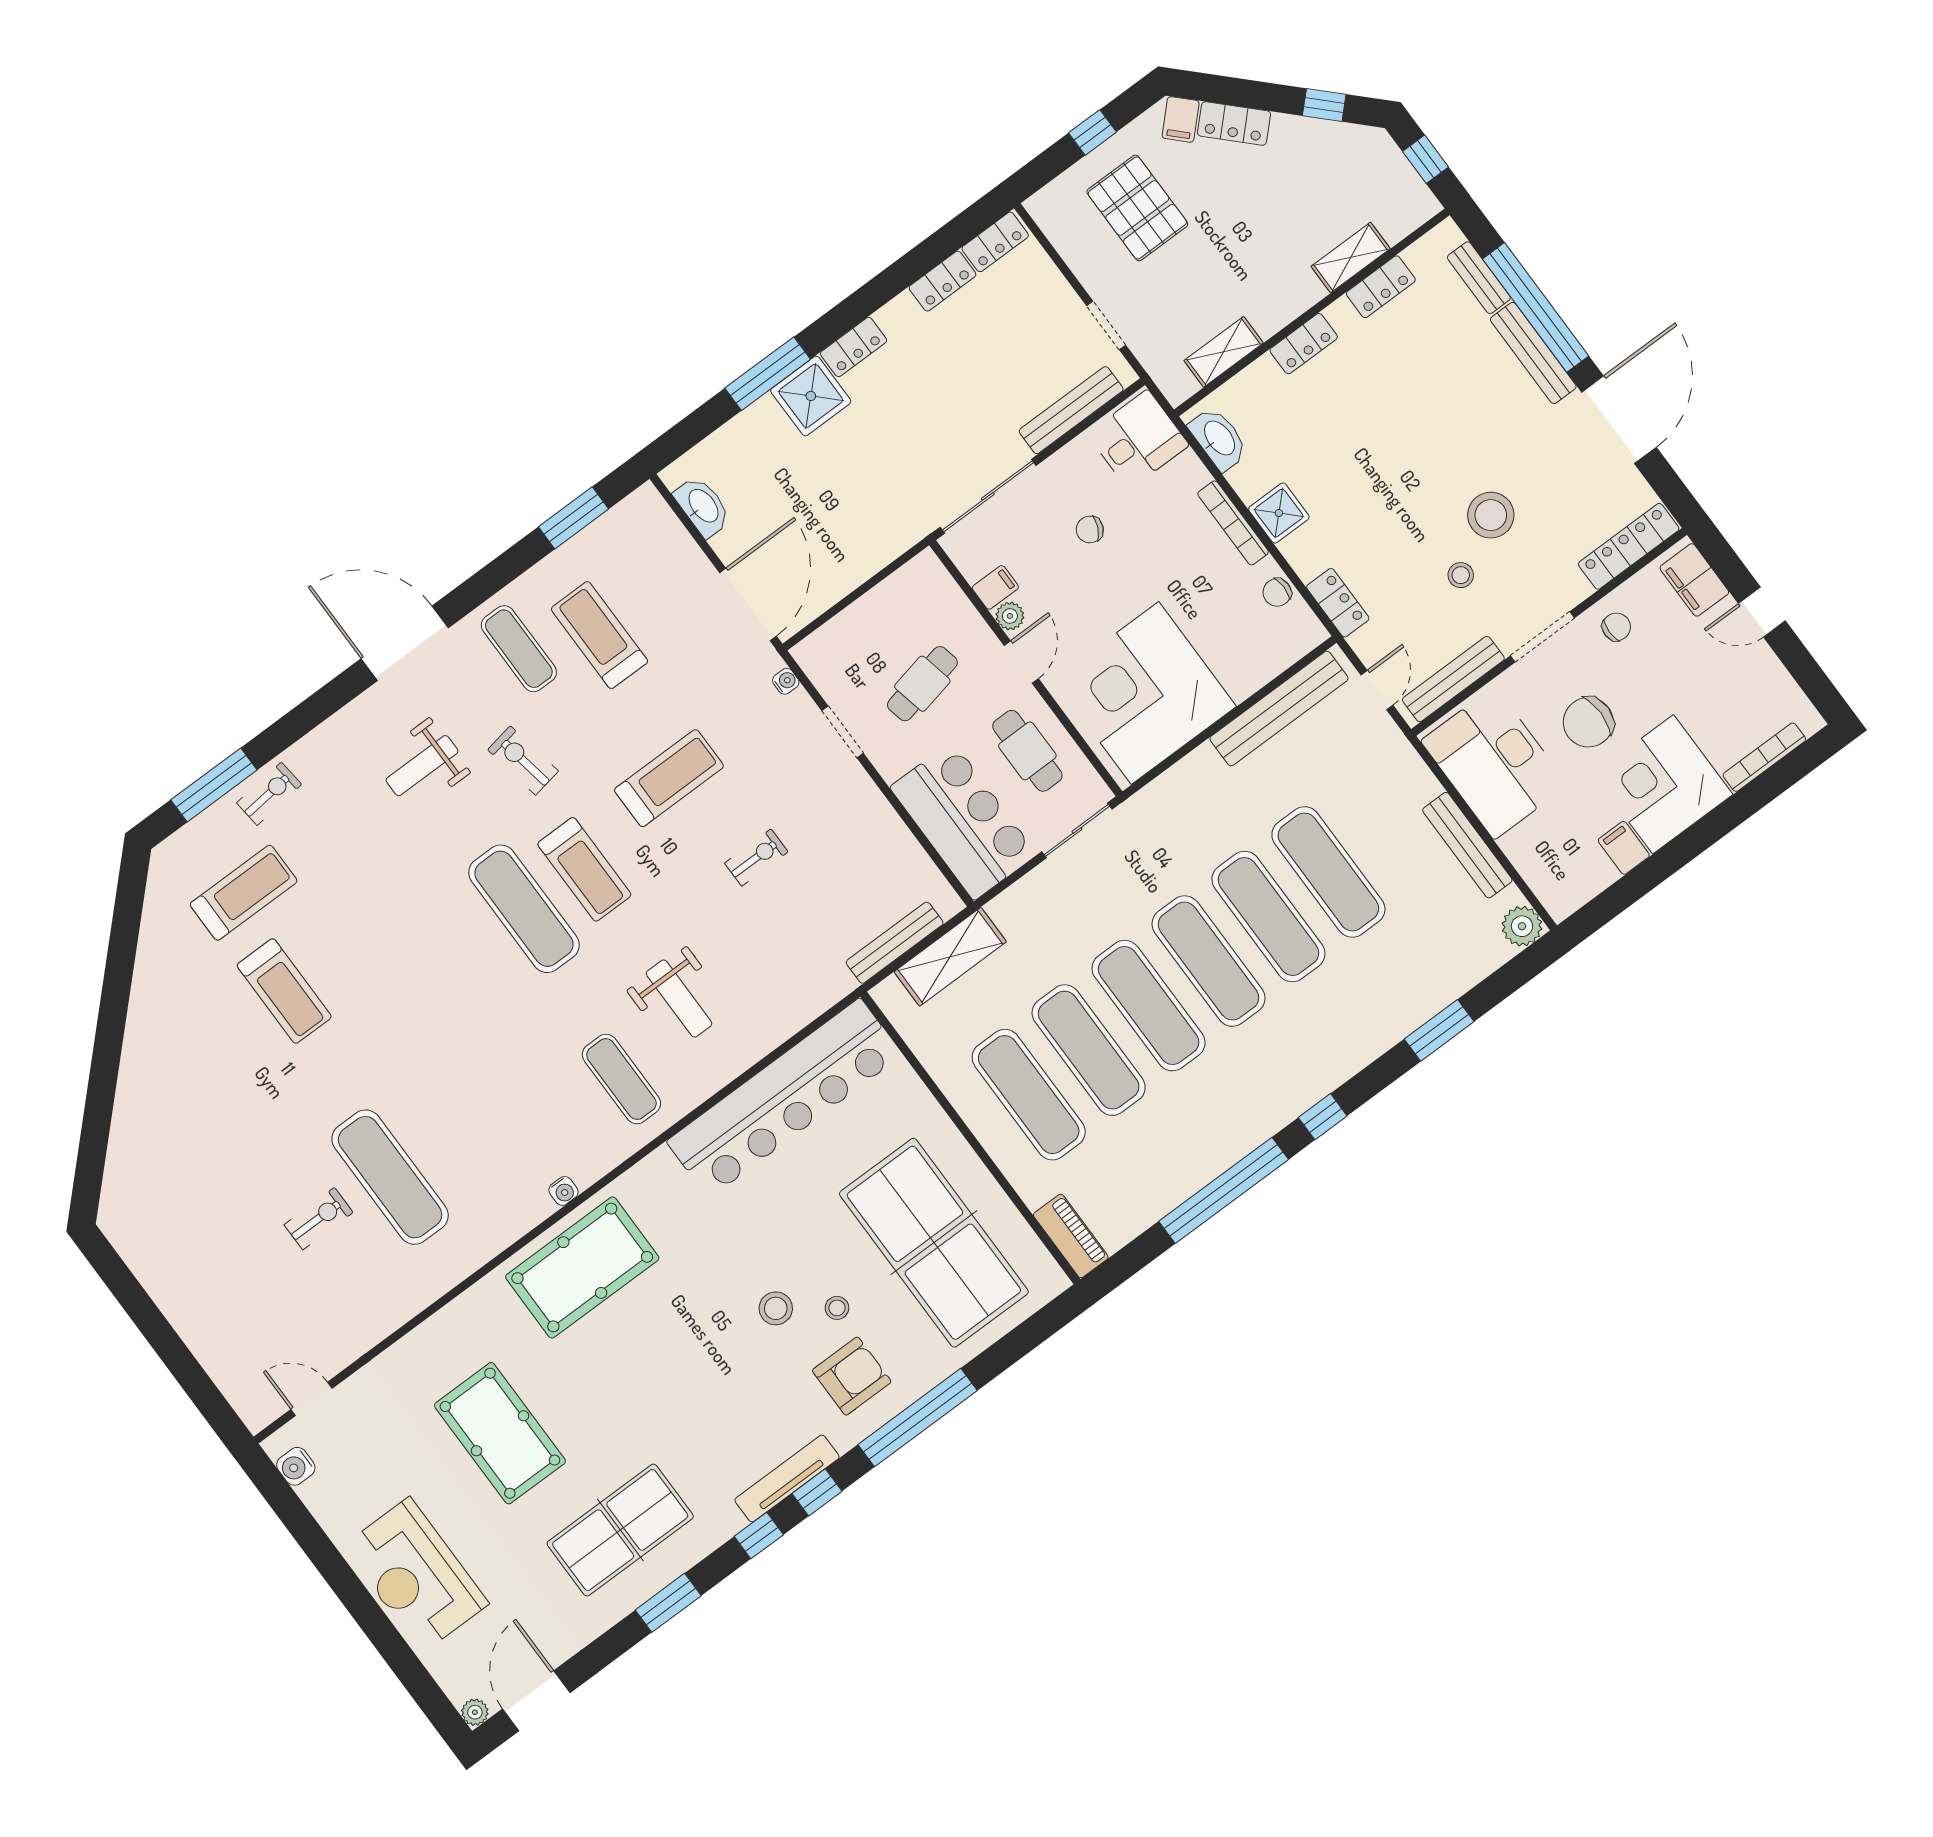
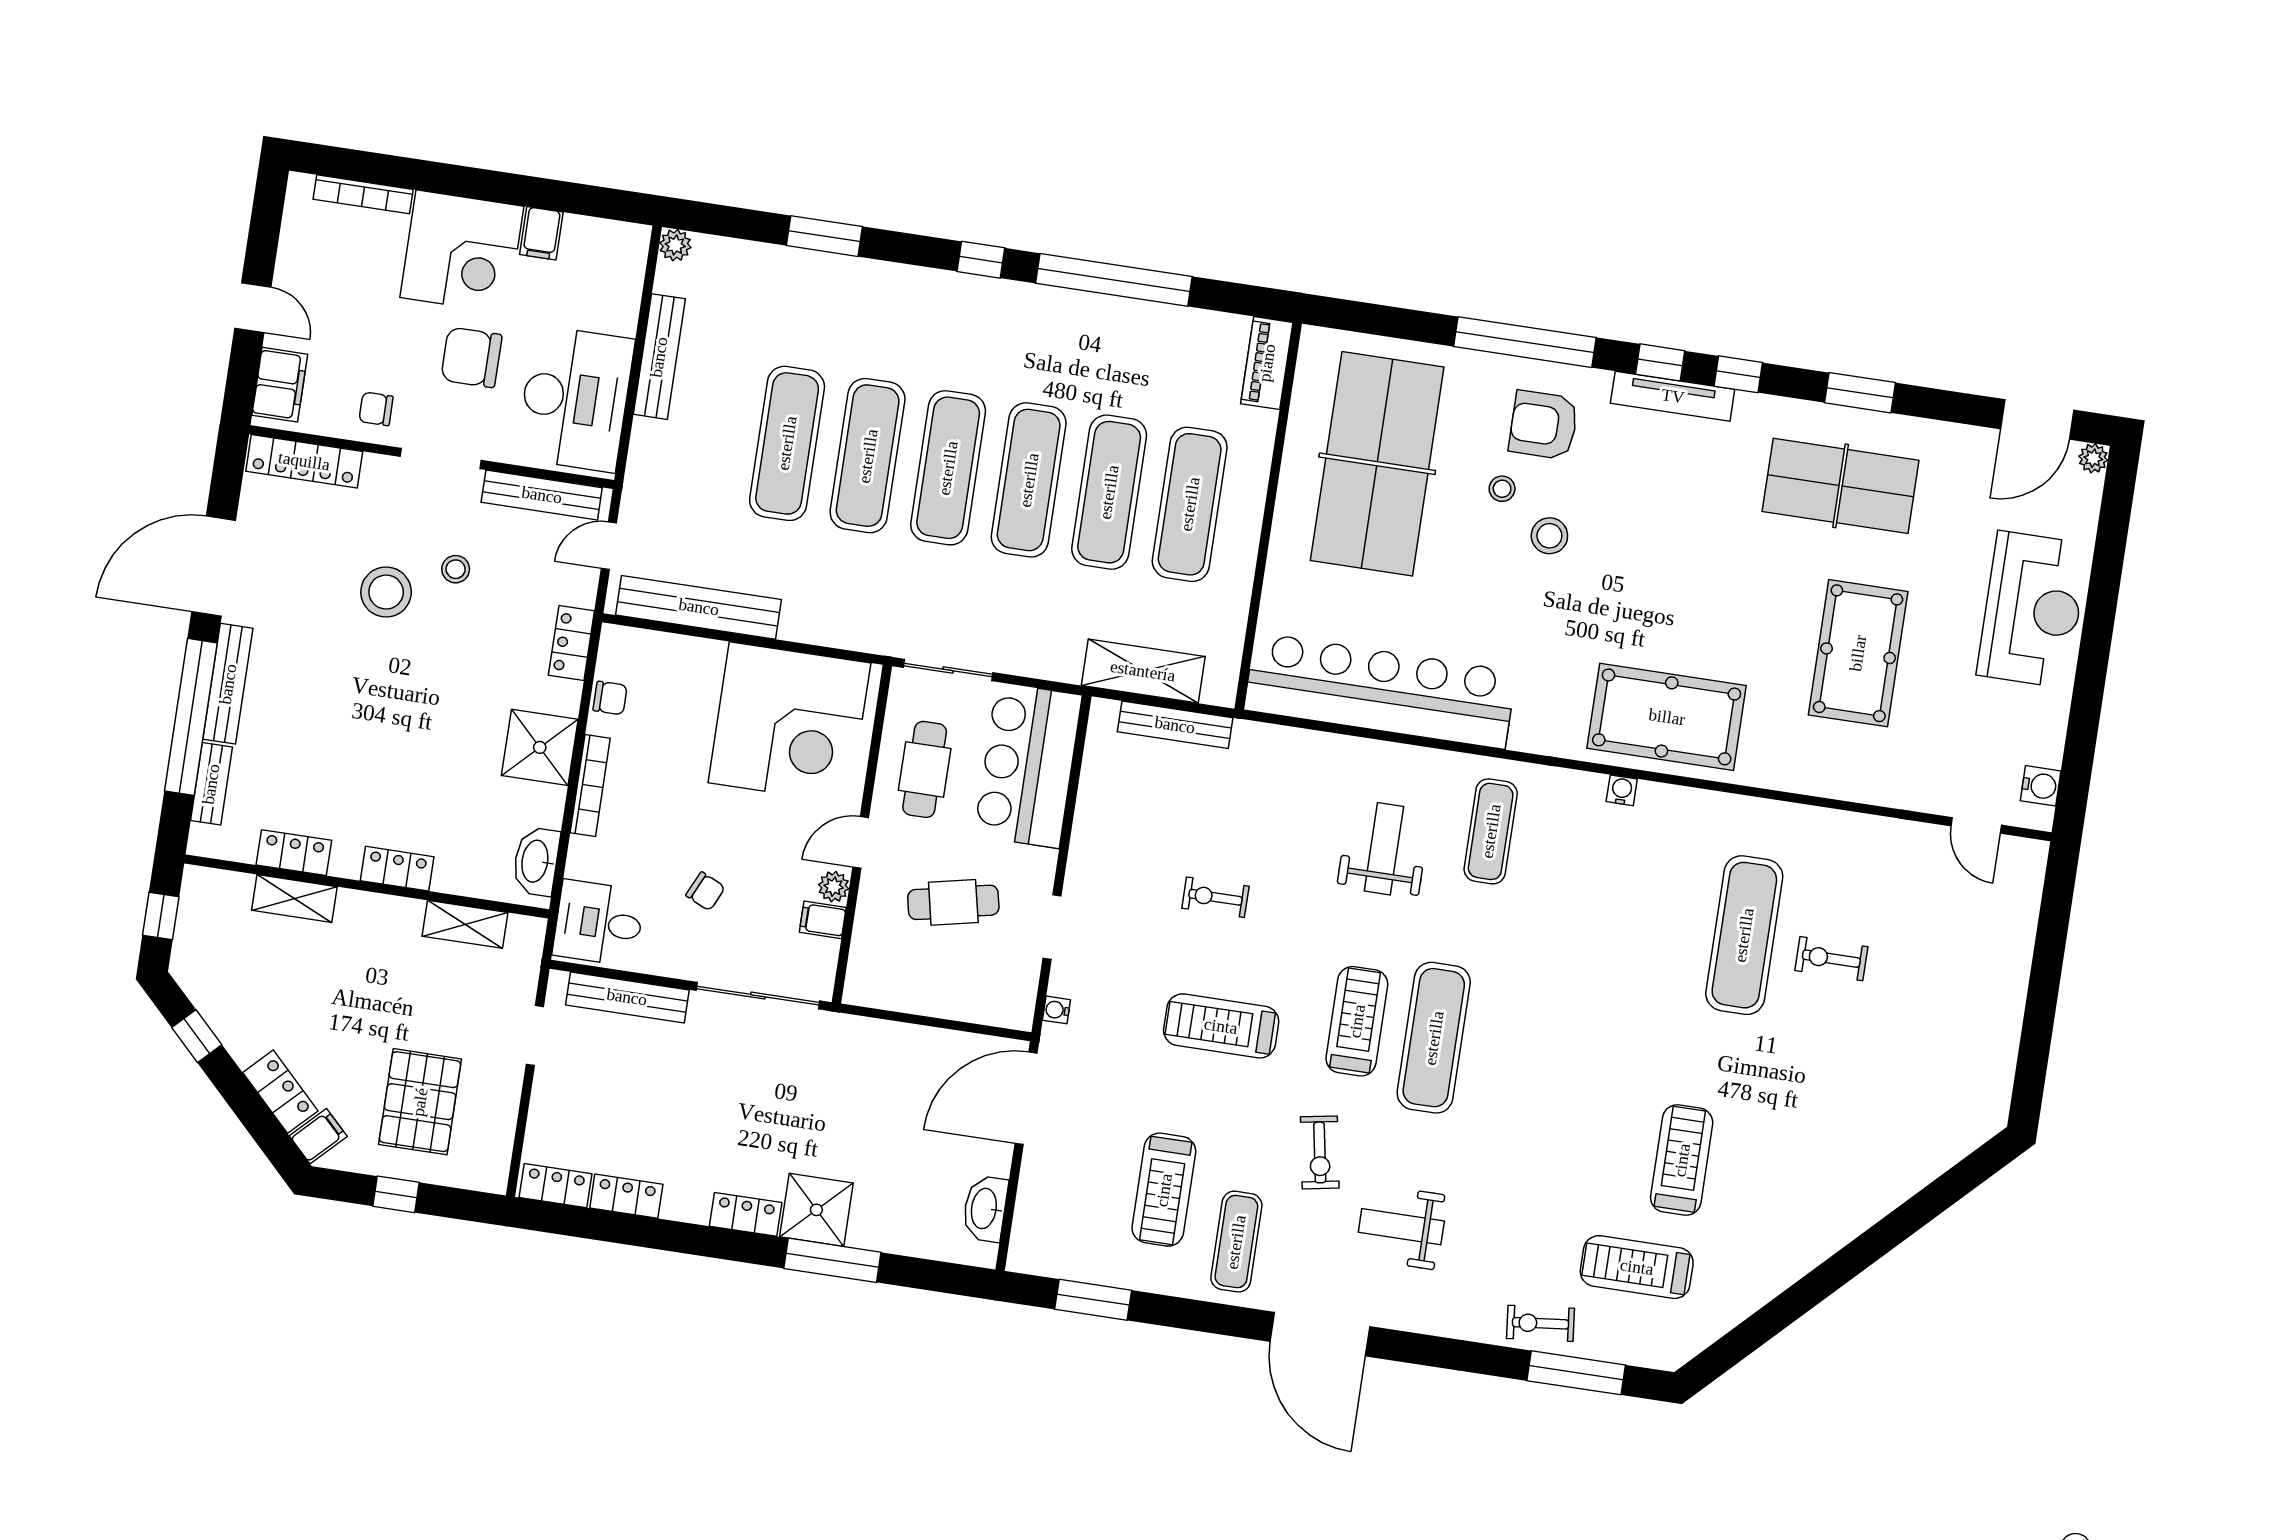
shower: (1279, 513) -> (540, 747), width x1.36, depth x1.36
chair: (1588, 722) -> (471, 357), turned 180
weight bench: (422, 766) -> (1401, 1227), turned 180
plant: (1522, 926) -> (675, 245), width x0.73, depth x0.73

